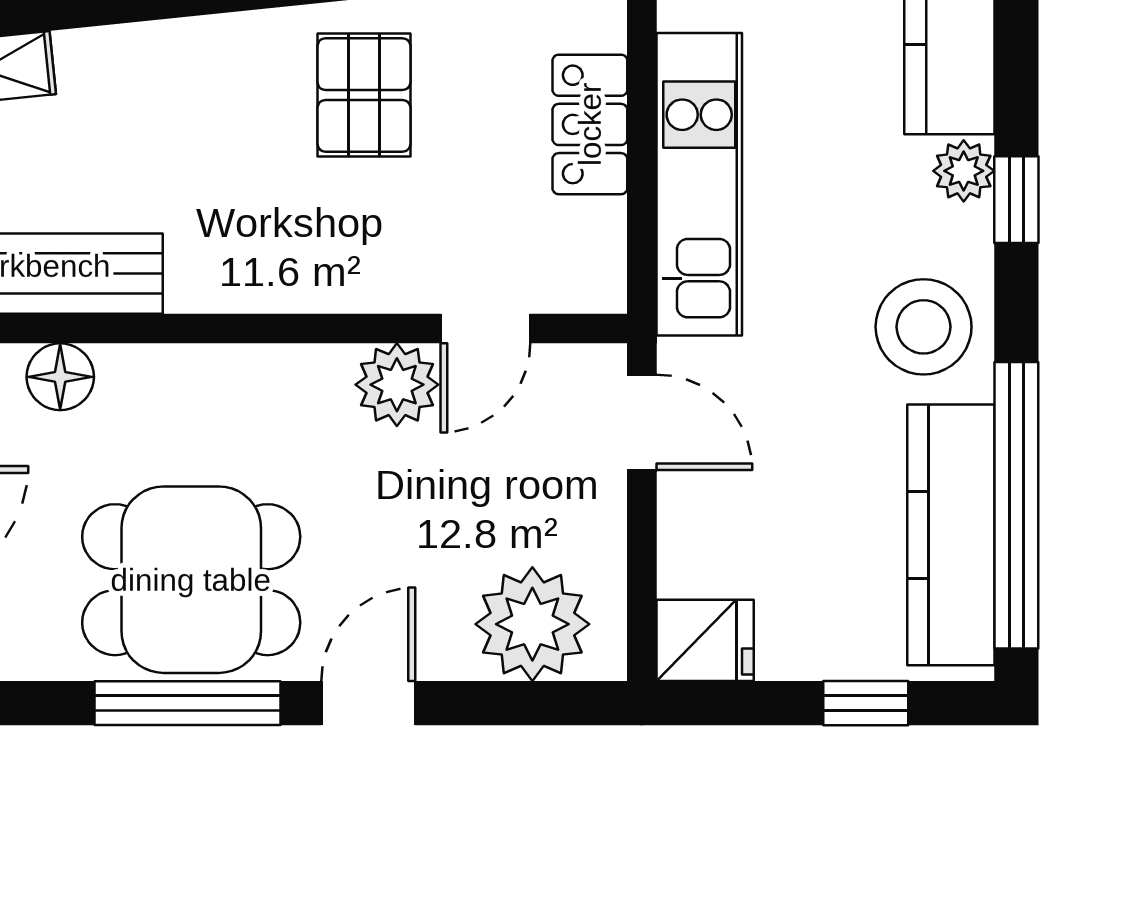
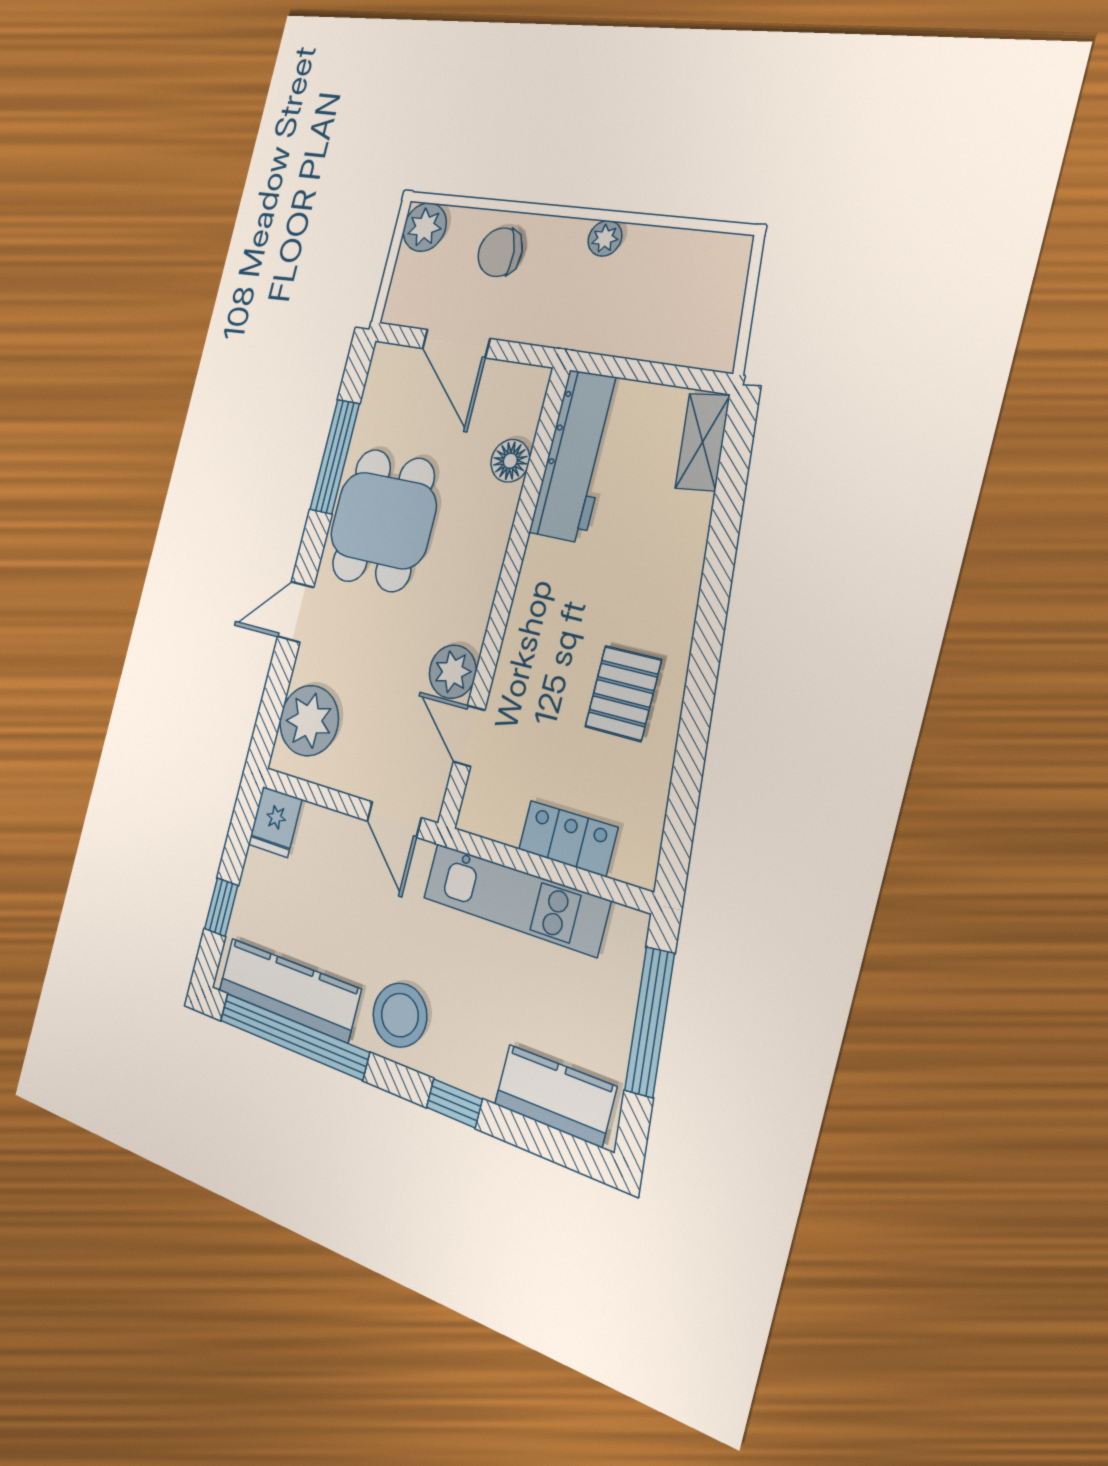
pallet: (364, 95) -> (623, 693), turned 90
plant: (964, 171) -> (479, 1075), removed
door: (642, 422) -> (394, 819), hinge flipped
window: (188, 703) -> (335, 457), moved
door: (368, 703) -> (296, 612), swing flipped

